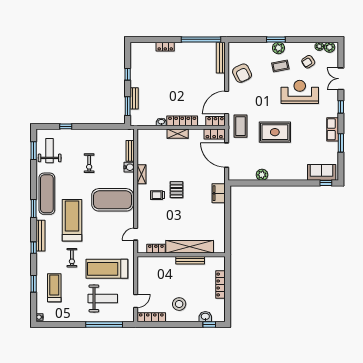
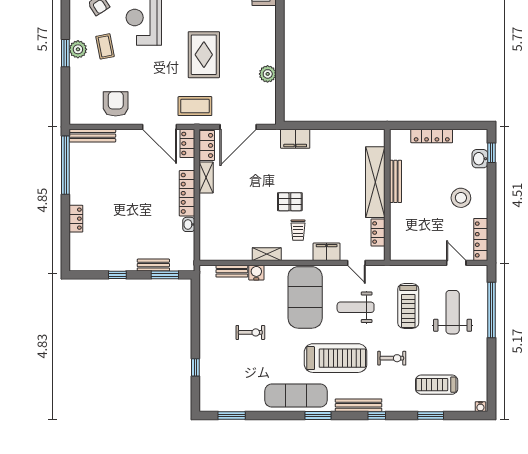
armchair: (242, 73) -> (116, 104), turned -64
shelving: (178, 134) -> (206, 178), moved
weight bench: (50, 151) -> (356, 307), moved
filing cabinet: (143, 214) -> (327, 252), added
treadmill: (72, 220) -> (336, 358), turned 180
treadmill: (107, 269) -> (408, 306), width x0.73, depth x0.73

